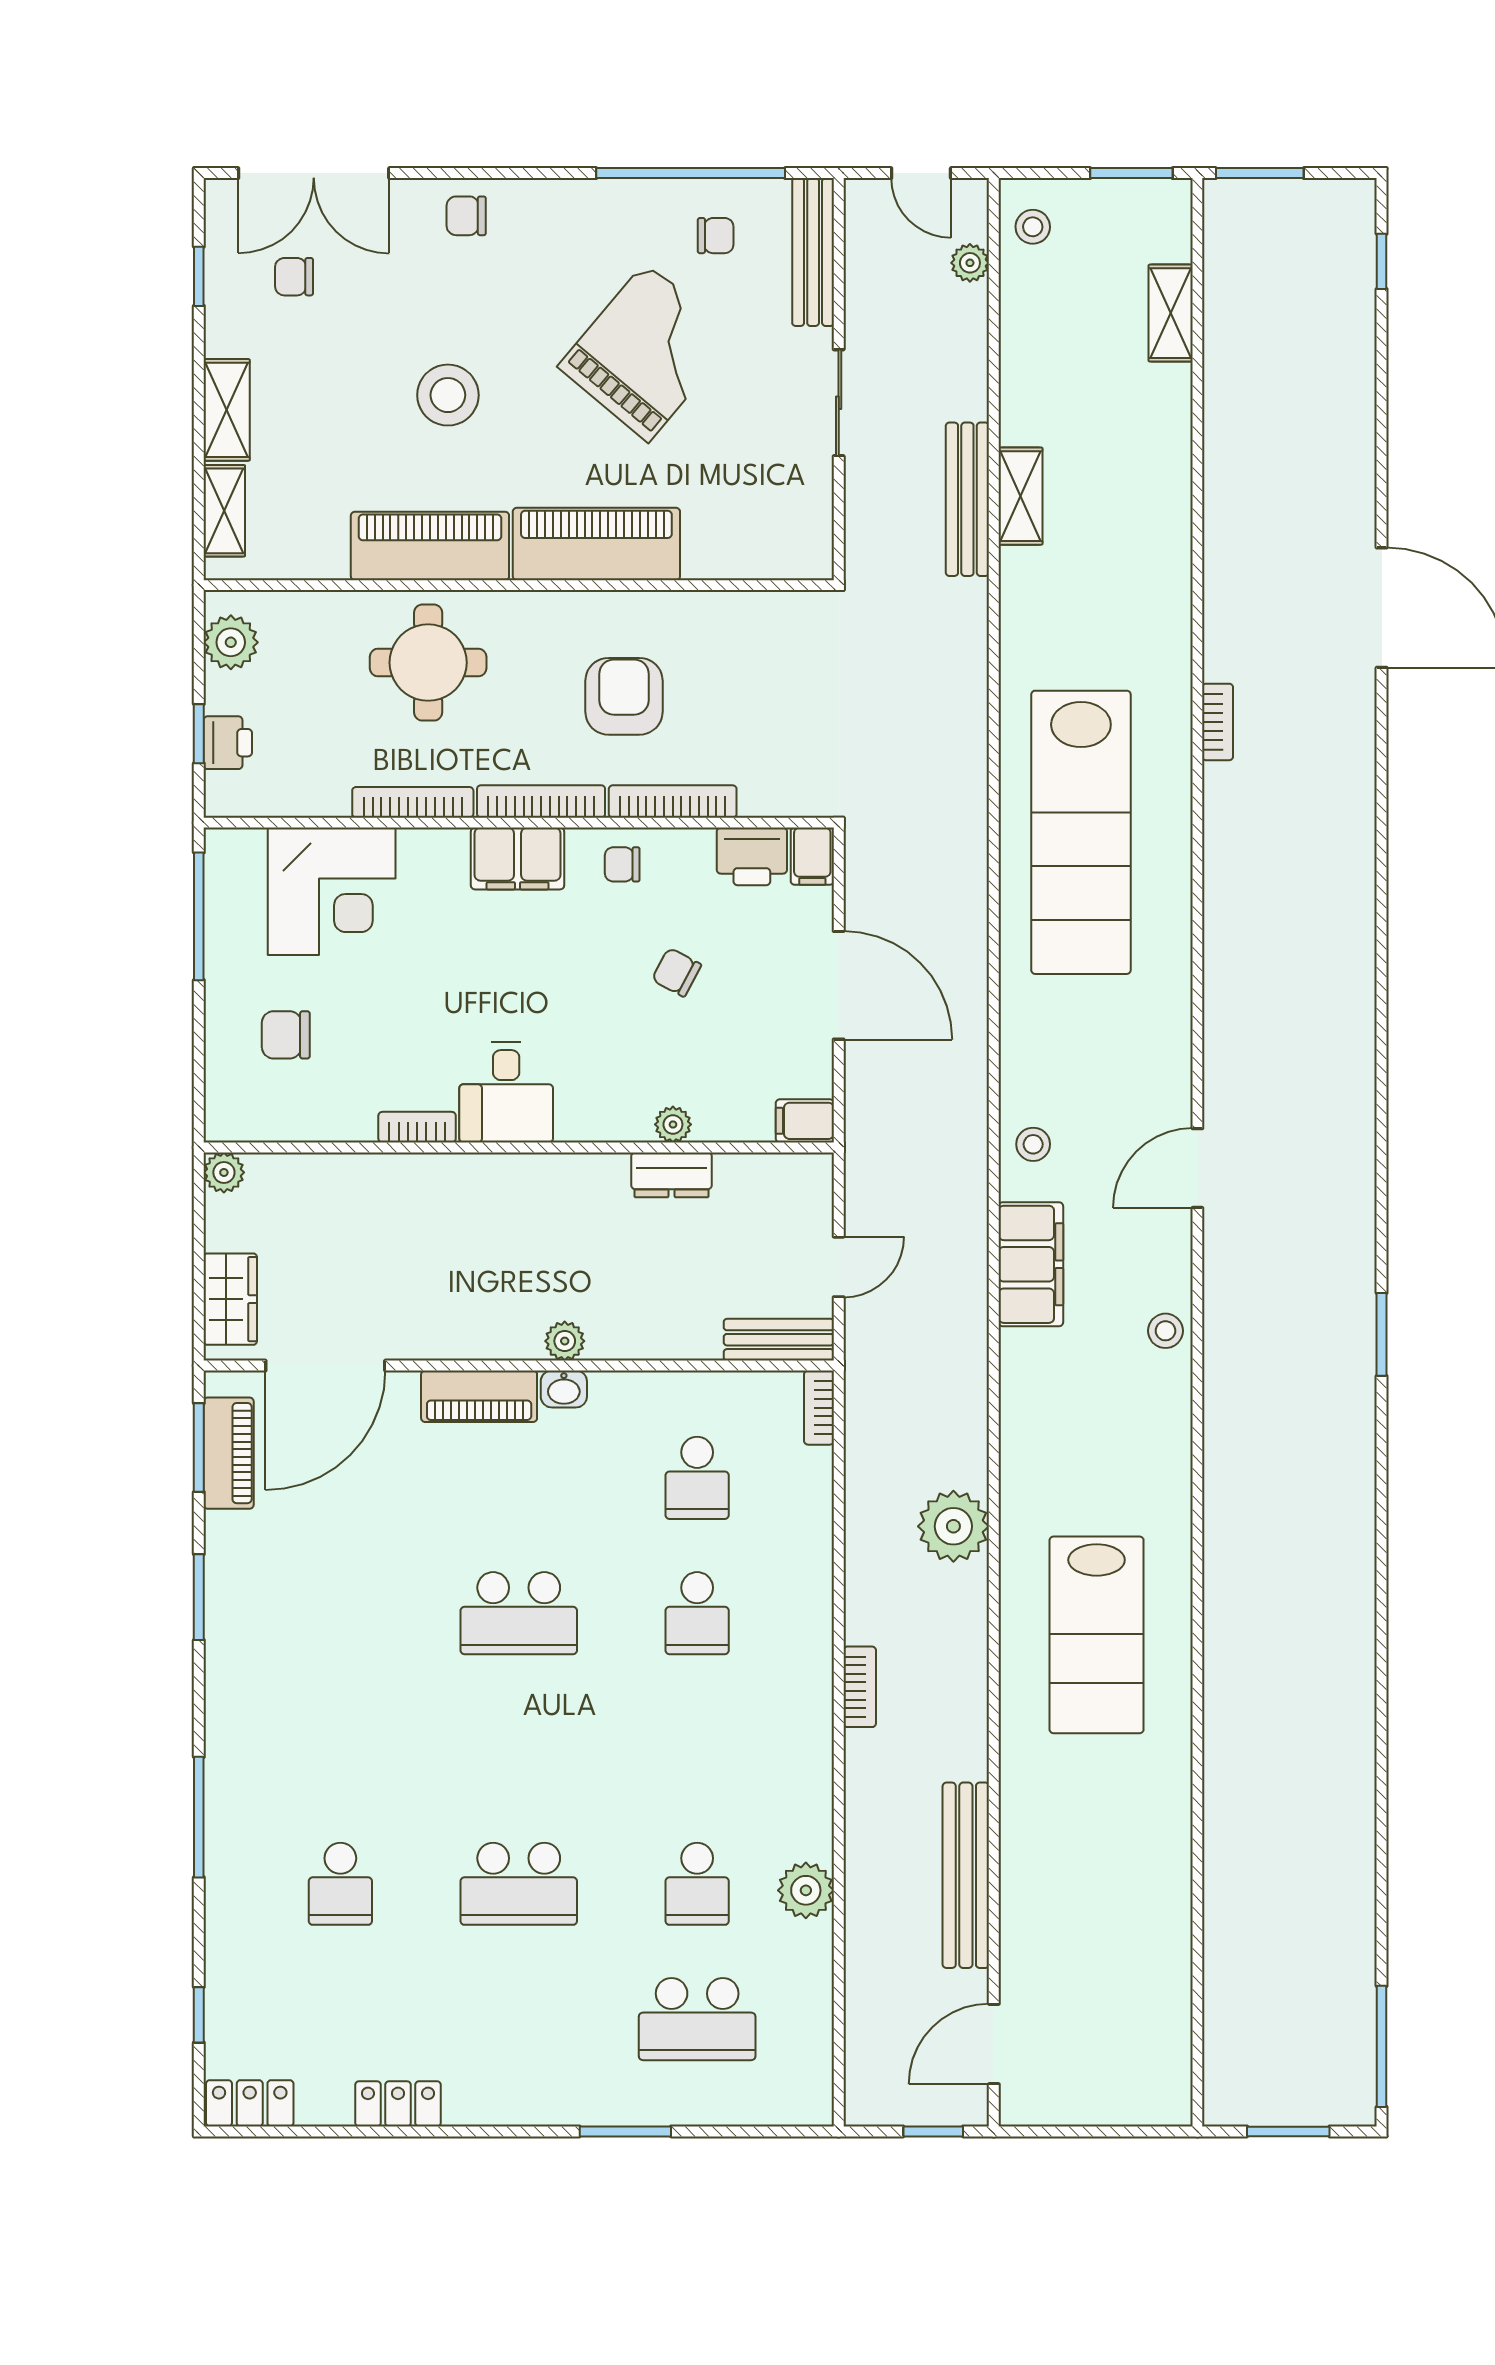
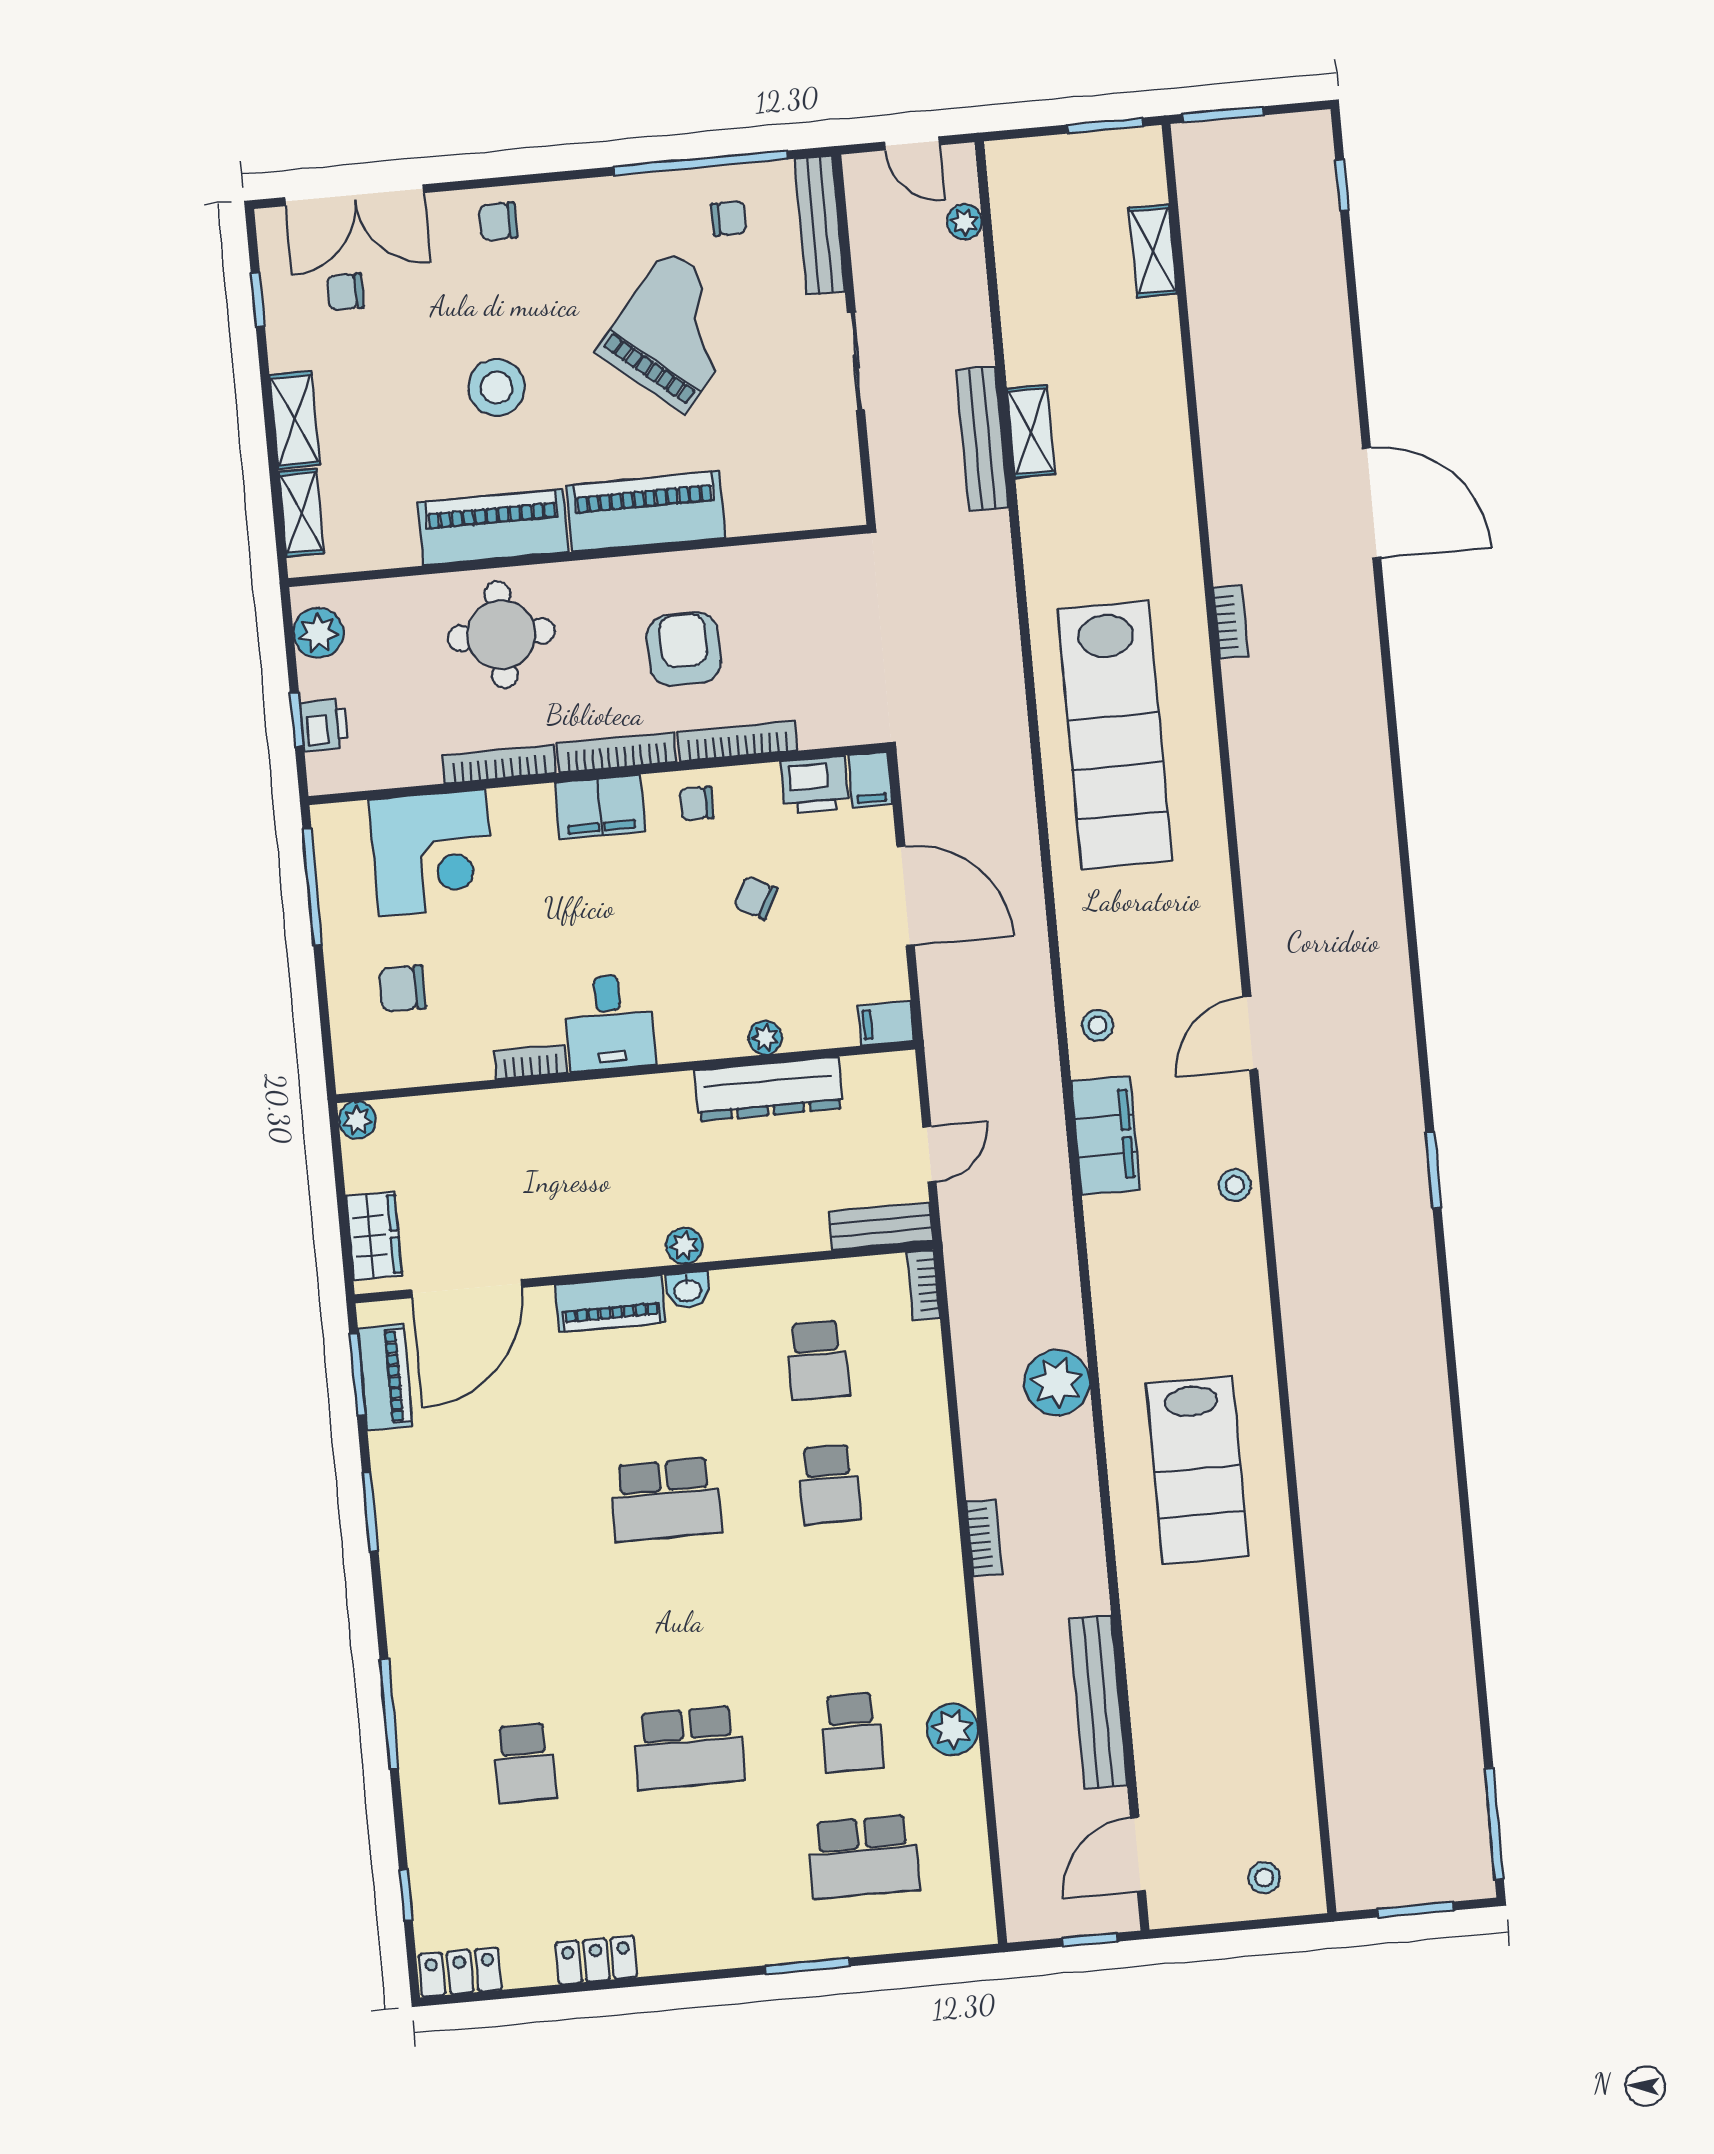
stool: (1033, 227) -> (1264, 1878), moved
dresser: (672, 1175) -> (769, 1089), width x1.96, depth x1.24

